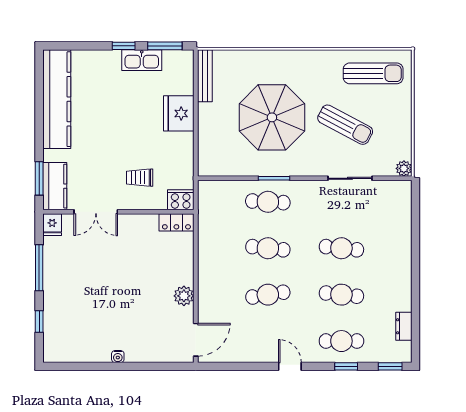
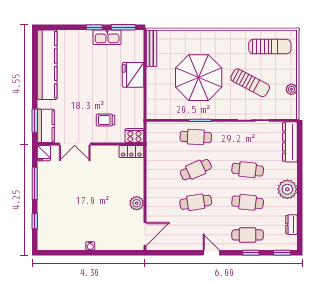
plant: (404, 168) -> (291, 89), moved
dresser: (402, 209) -> (290, 142), added
cafe table: (268, 248) -> (196, 170), turned -30
plant: (398, 276) -> (287, 189), added

